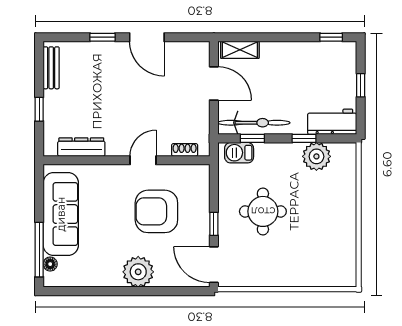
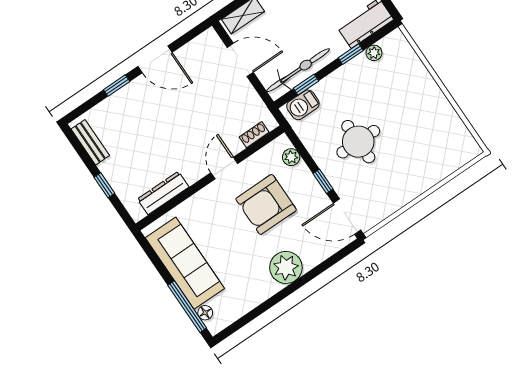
plant: (316, 156) -> (374, 53), width x0.53, depth x0.53
plant: (202, 188) -> (291, 157), added

